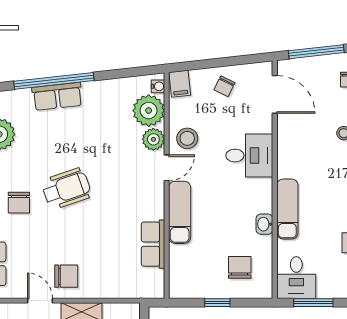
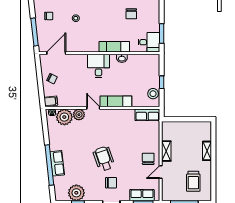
stool: (187, 138) -> (153, 94), moved
desk: (249, 156) -> (99, 66), moved
row of seats: (153, 244) -> (147, 115), moved
chair: (240, 267) -> (144, 71), removed

